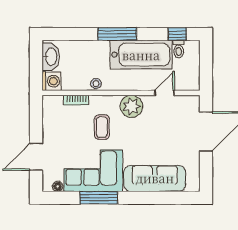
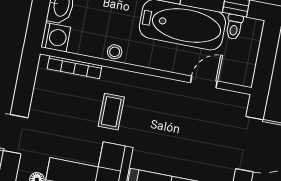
bookcase: (76, 100) -> (75, 67), width x1.56
plant: (131, 106) -> (156, 91), removed

